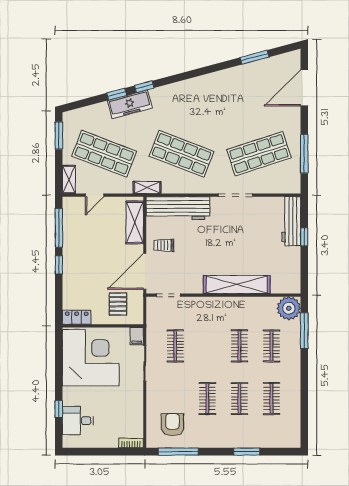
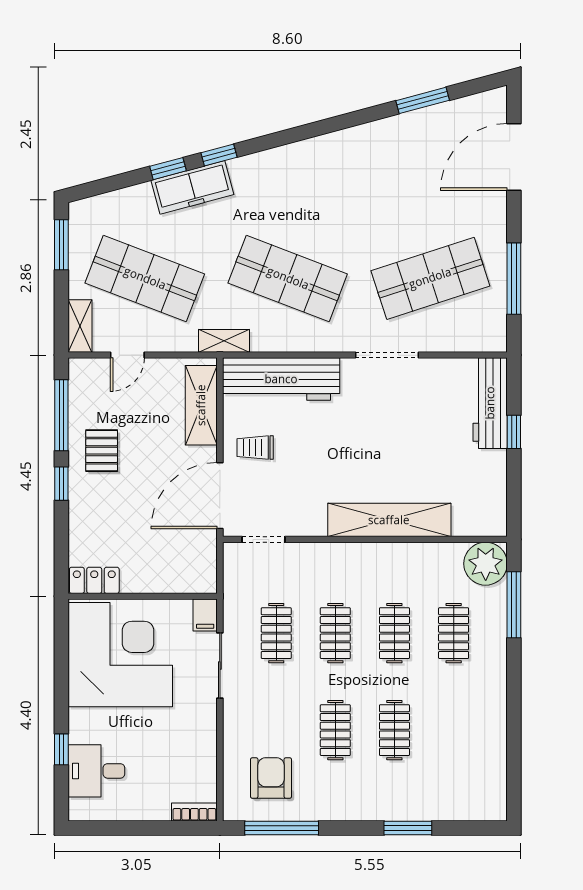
pallet: (118, 304) -> (102, 451), moved
clothes rail: (271, 399) -> (335, 633), moved

